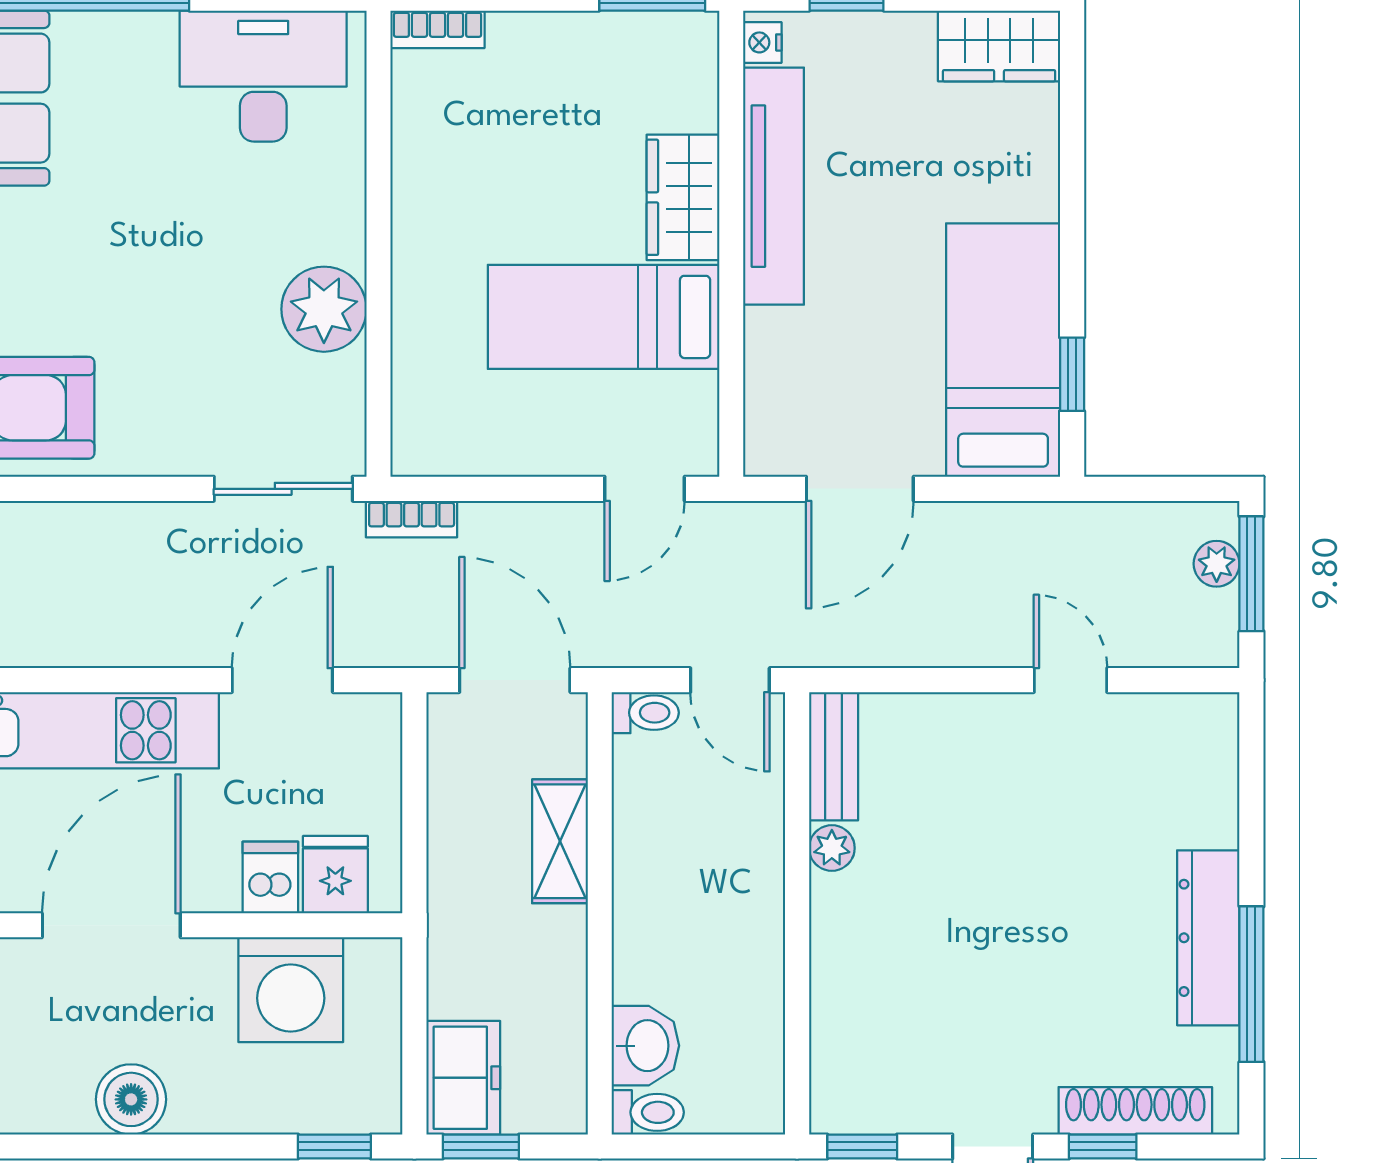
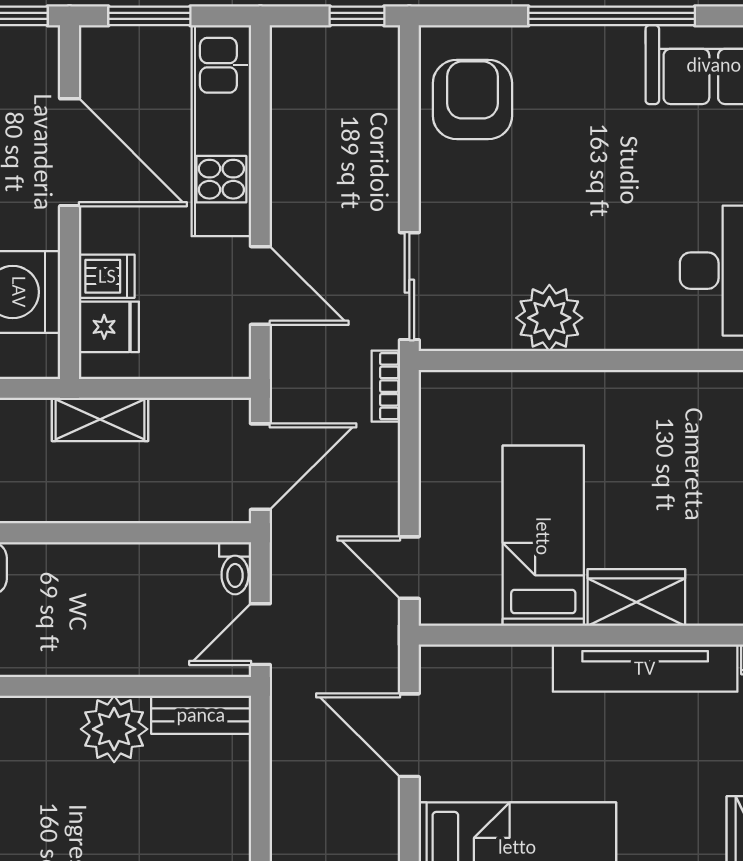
shelving: (560, 841) -> (100, 419), moved
plant: (832, 848) -> (114, 729), width x1.87, depth x1.87

